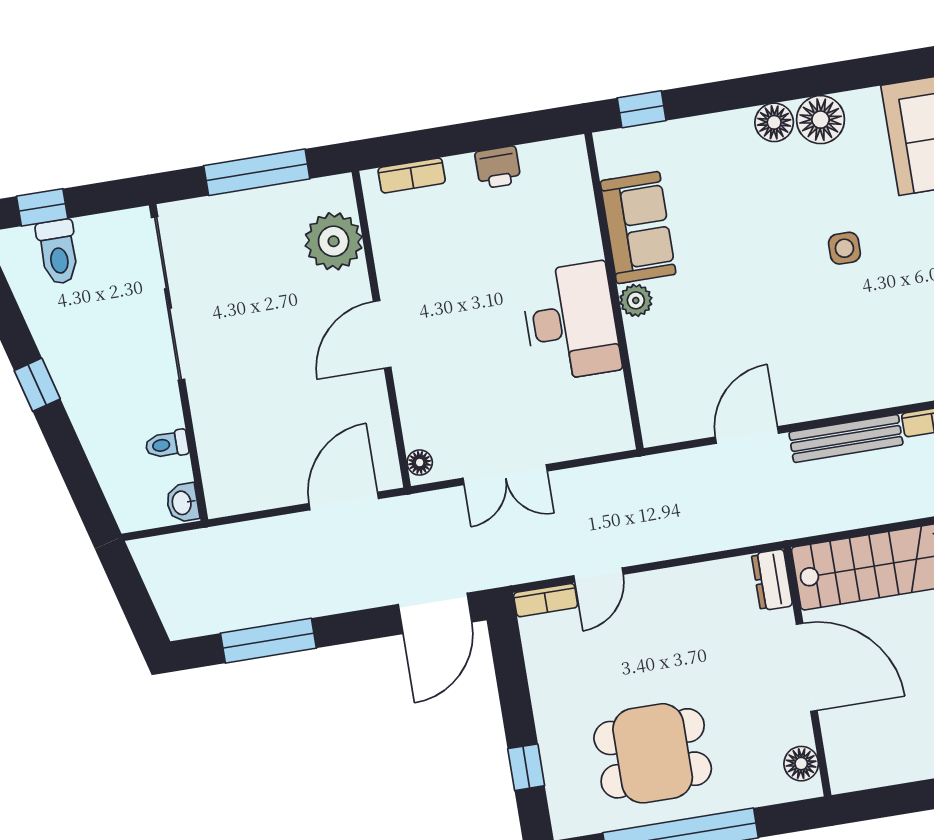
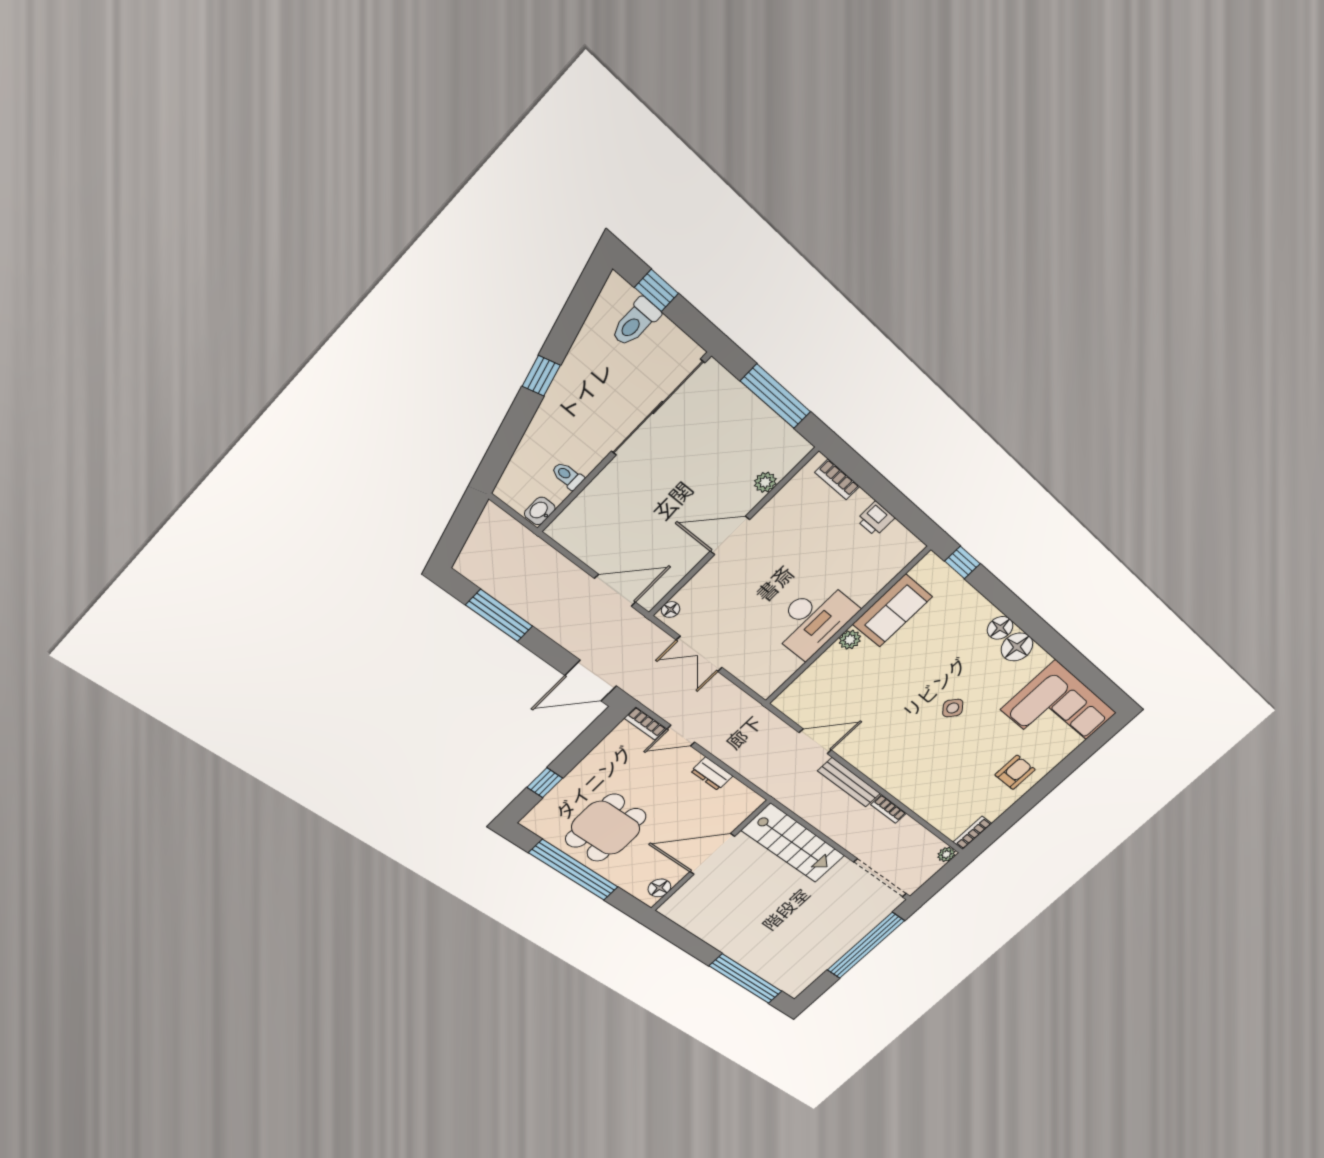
plant: (334, 241) -> (765, 482), width x0.53, depth x0.53
side table: (844, 248) -> (953, 708), turned 45
dresser: (772, 580) -> (712, 774), moved, turned -90
door: (807, 667) -> (712, 854), swing flipped
dining table: (653, 753) -> (606, 828), turned 90

